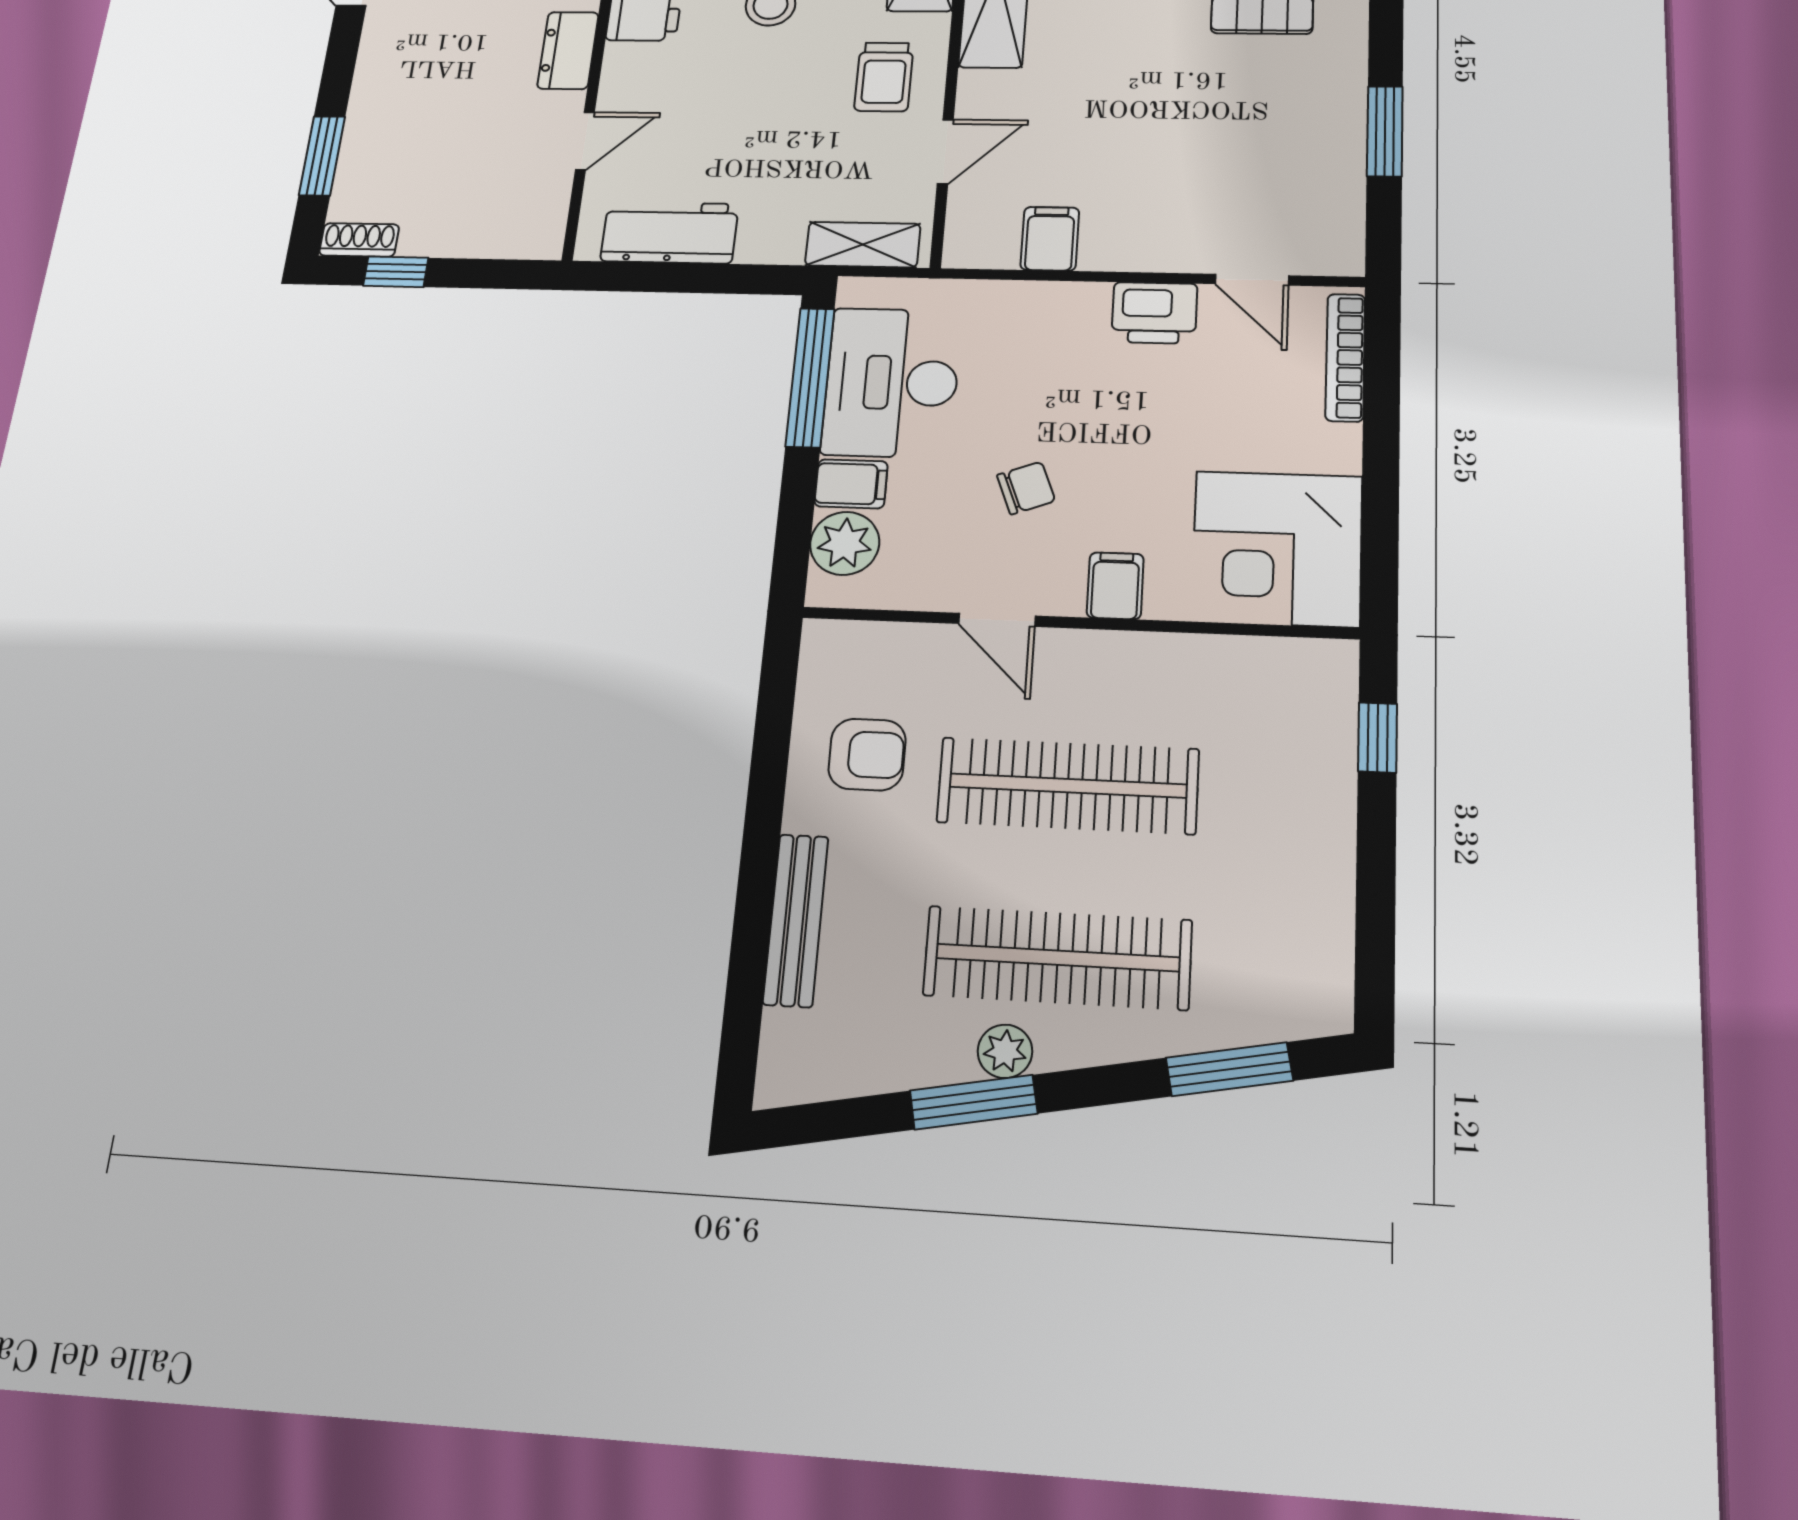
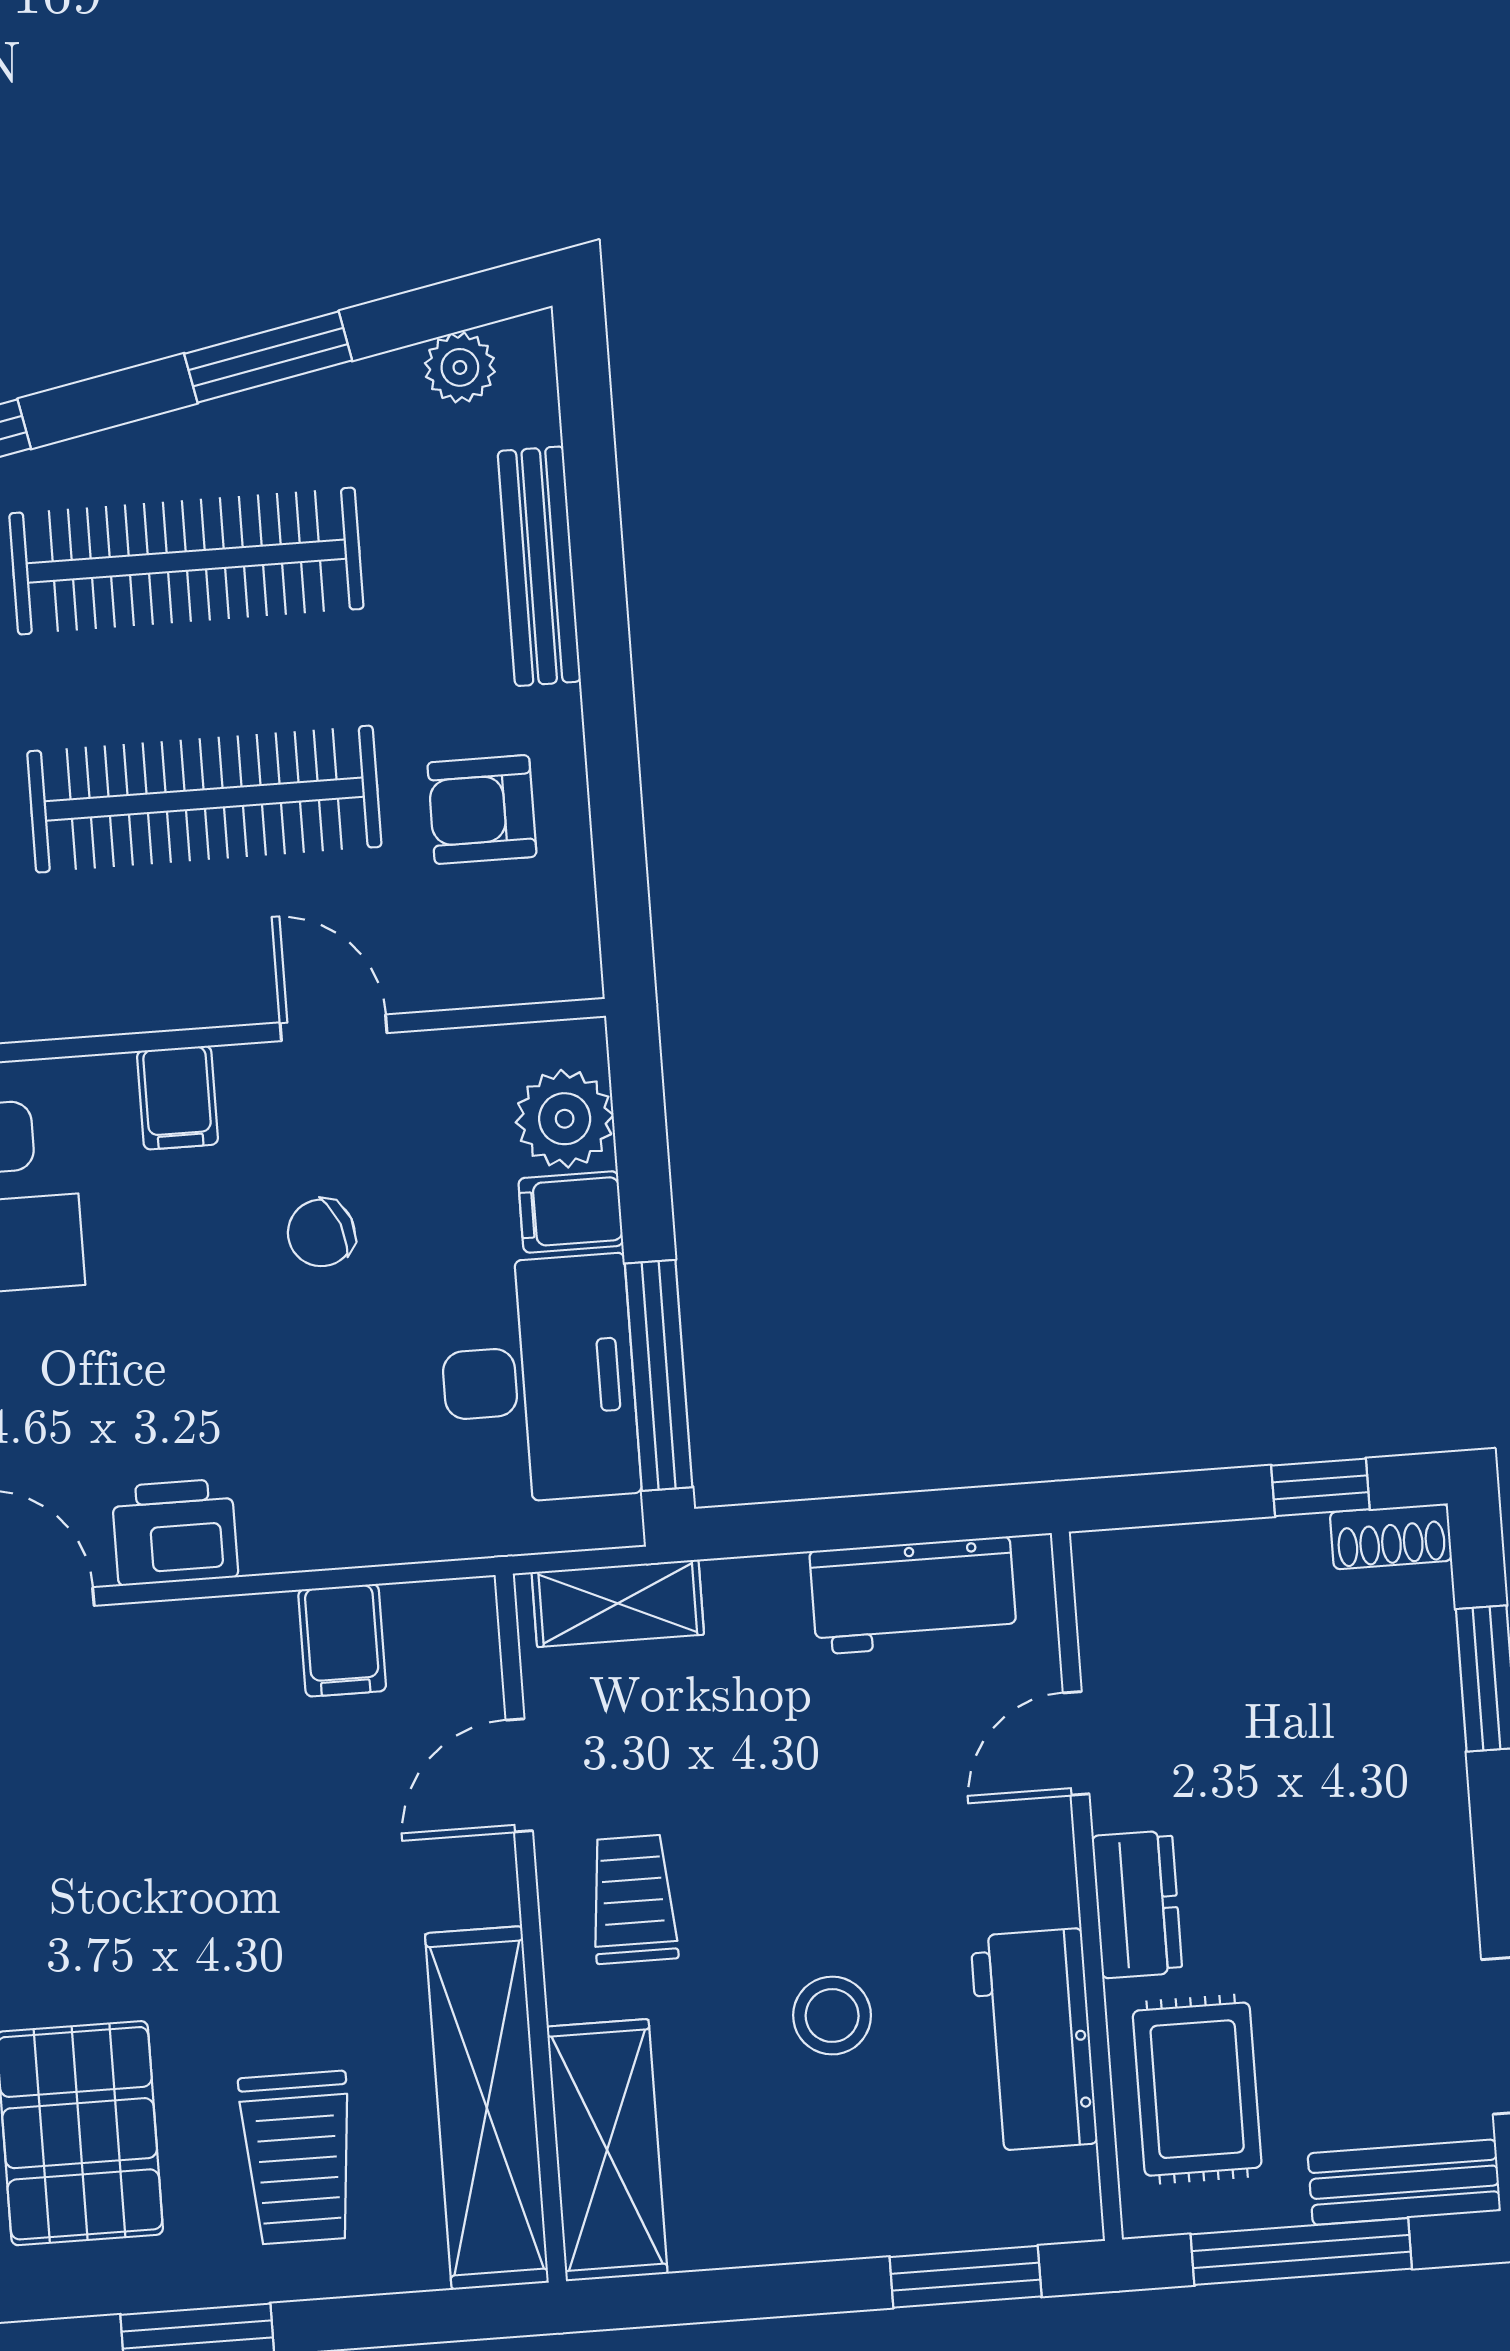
plant: (1005, 1051) -> (460, 367), moved

